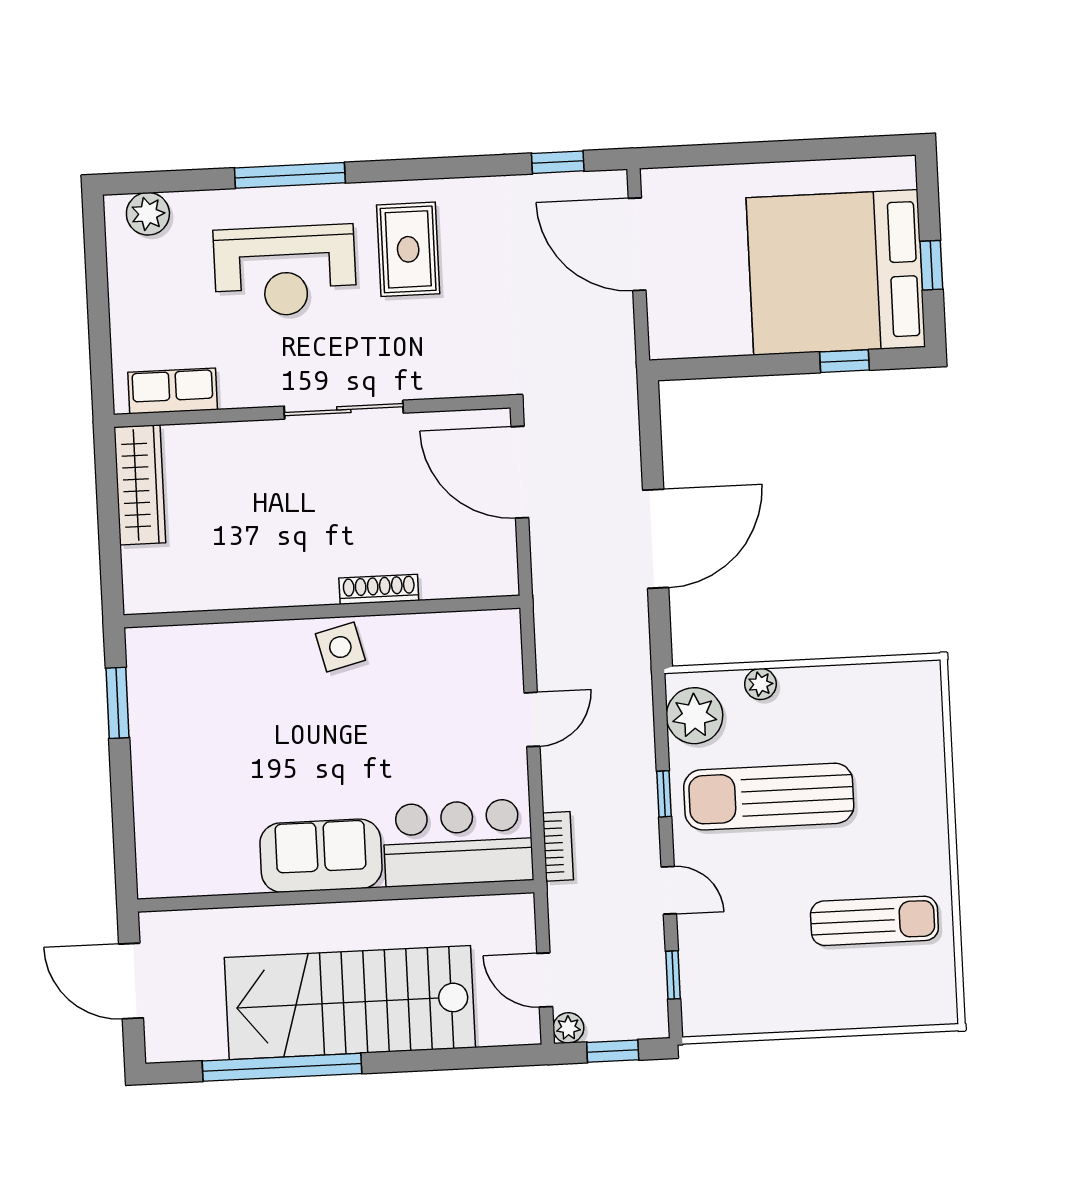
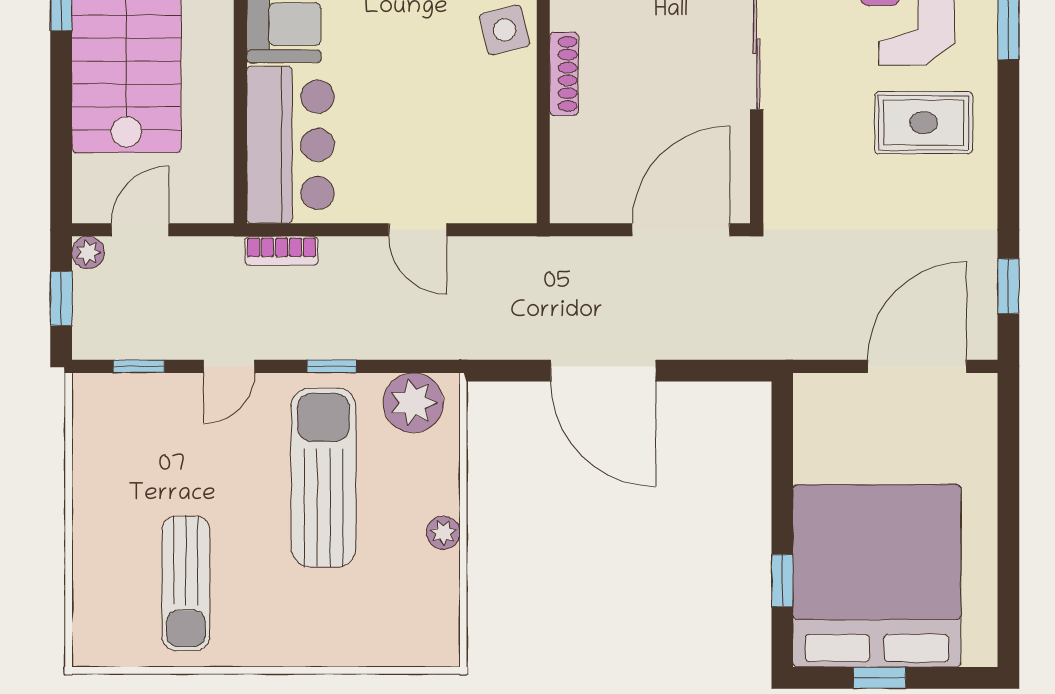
plant: (760, 684) -> (443, 533), moved

